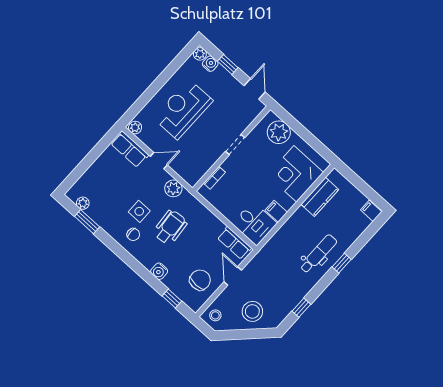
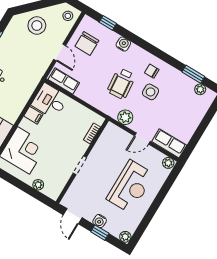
water cooler: (210, 64) -> (100, 221), moved
plant: (279, 132) -> (38, 185), width x0.53, depth x0.53

